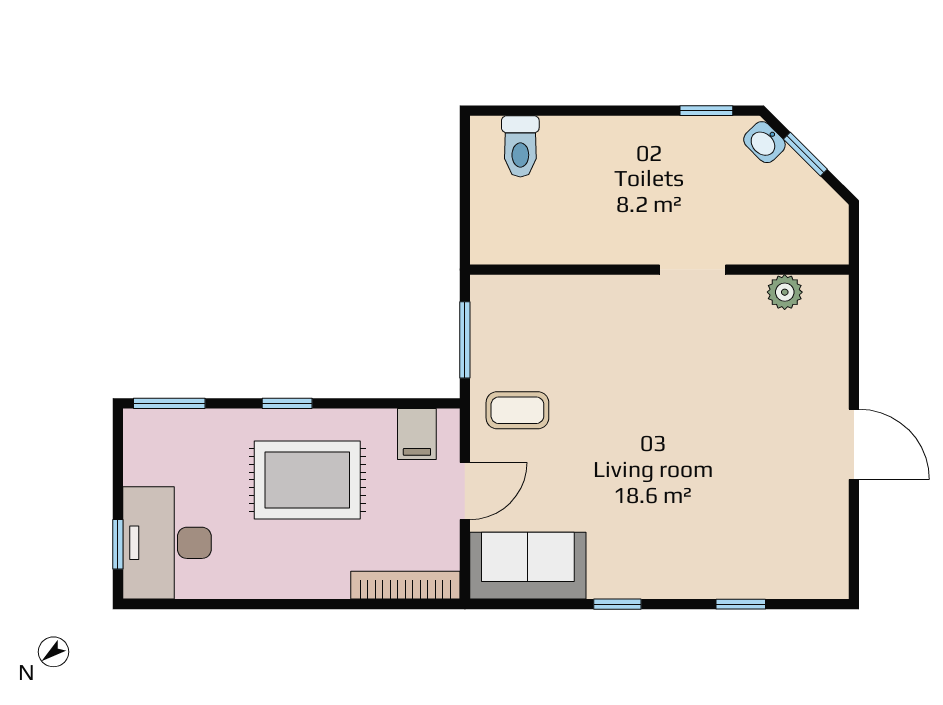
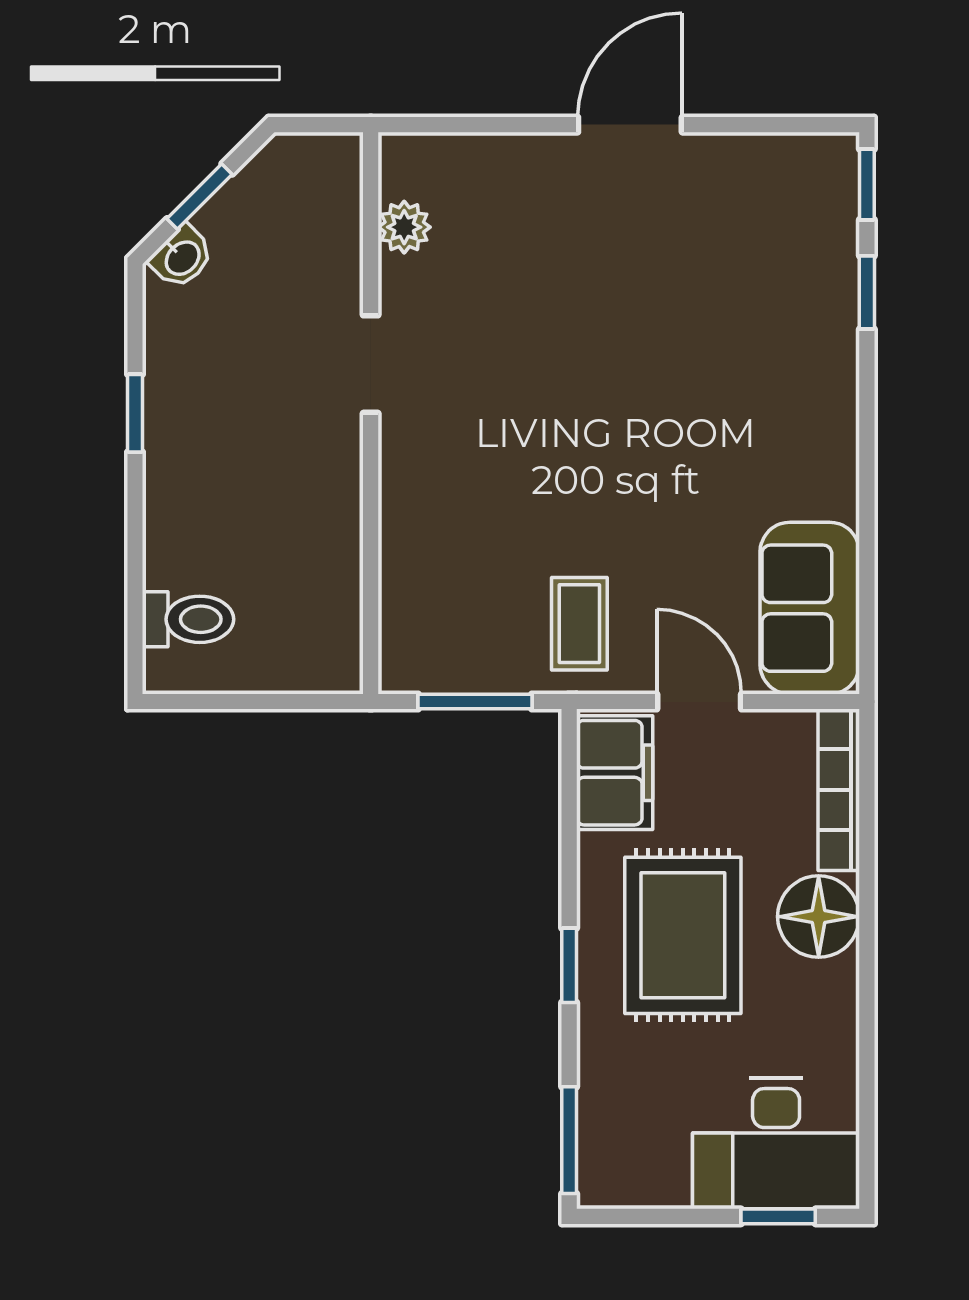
window: (706, 111) -> (135, 413), moved
filing cabinet: (417, 434) -> (615, 773), width x2.00
floor lamp: (320, 571) -> (819, 917), added
window: (617, 604) -> (867, 184), moved

